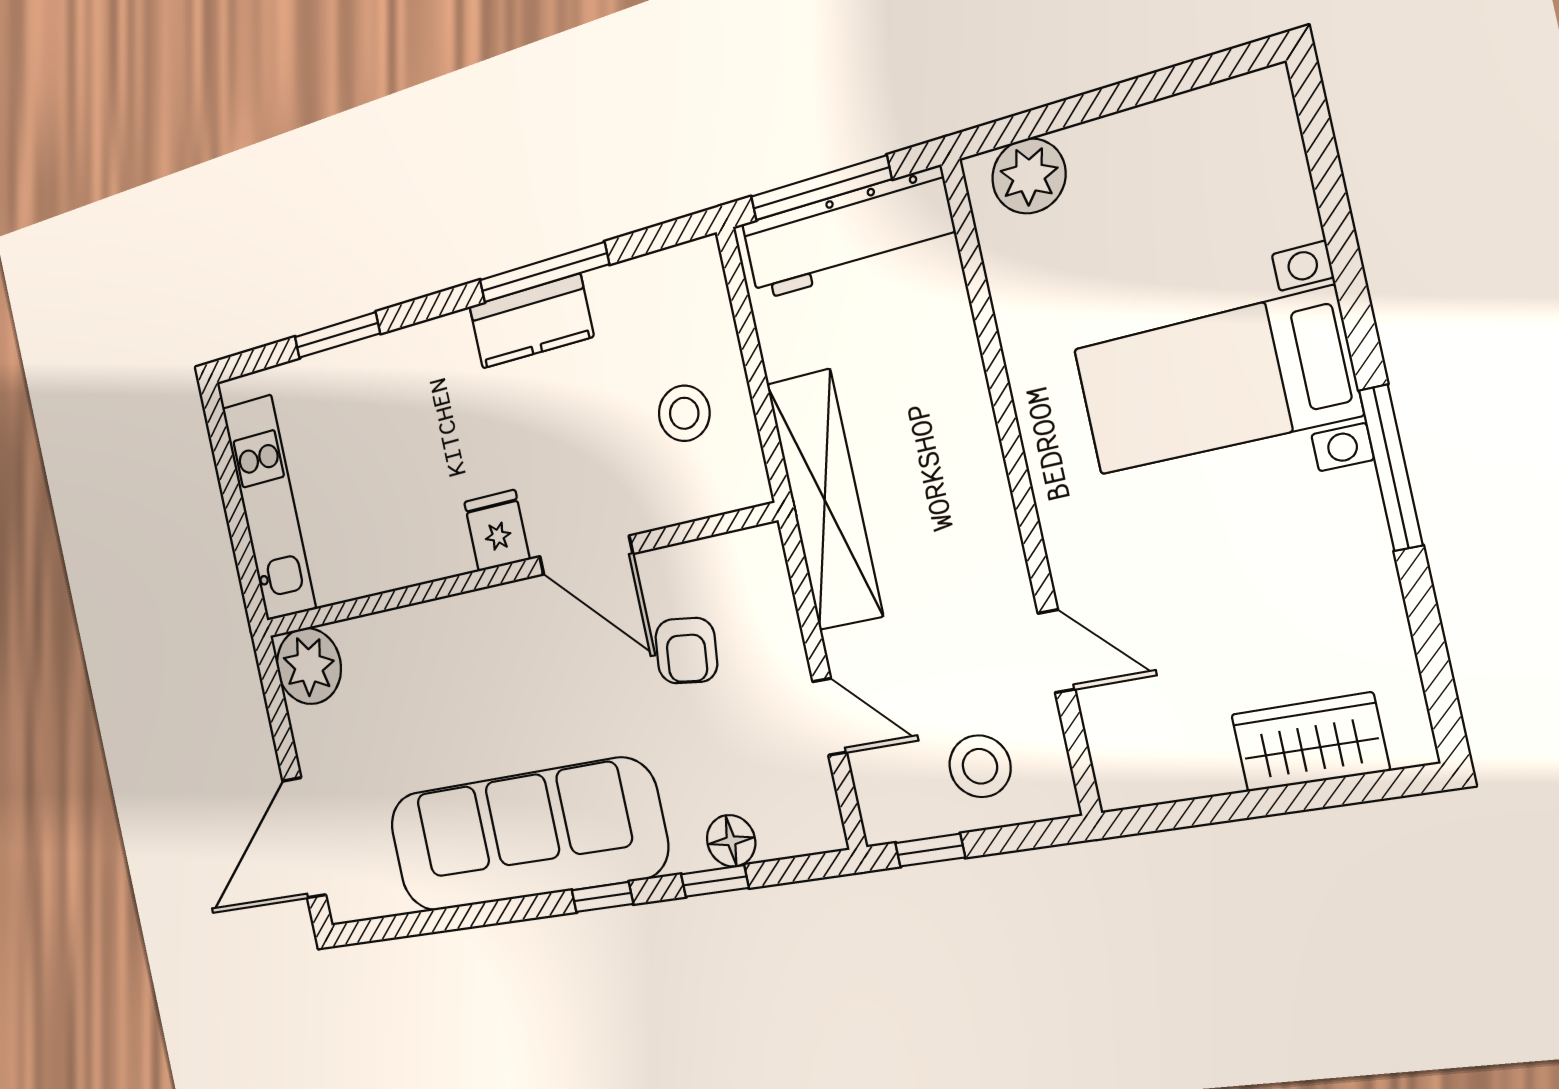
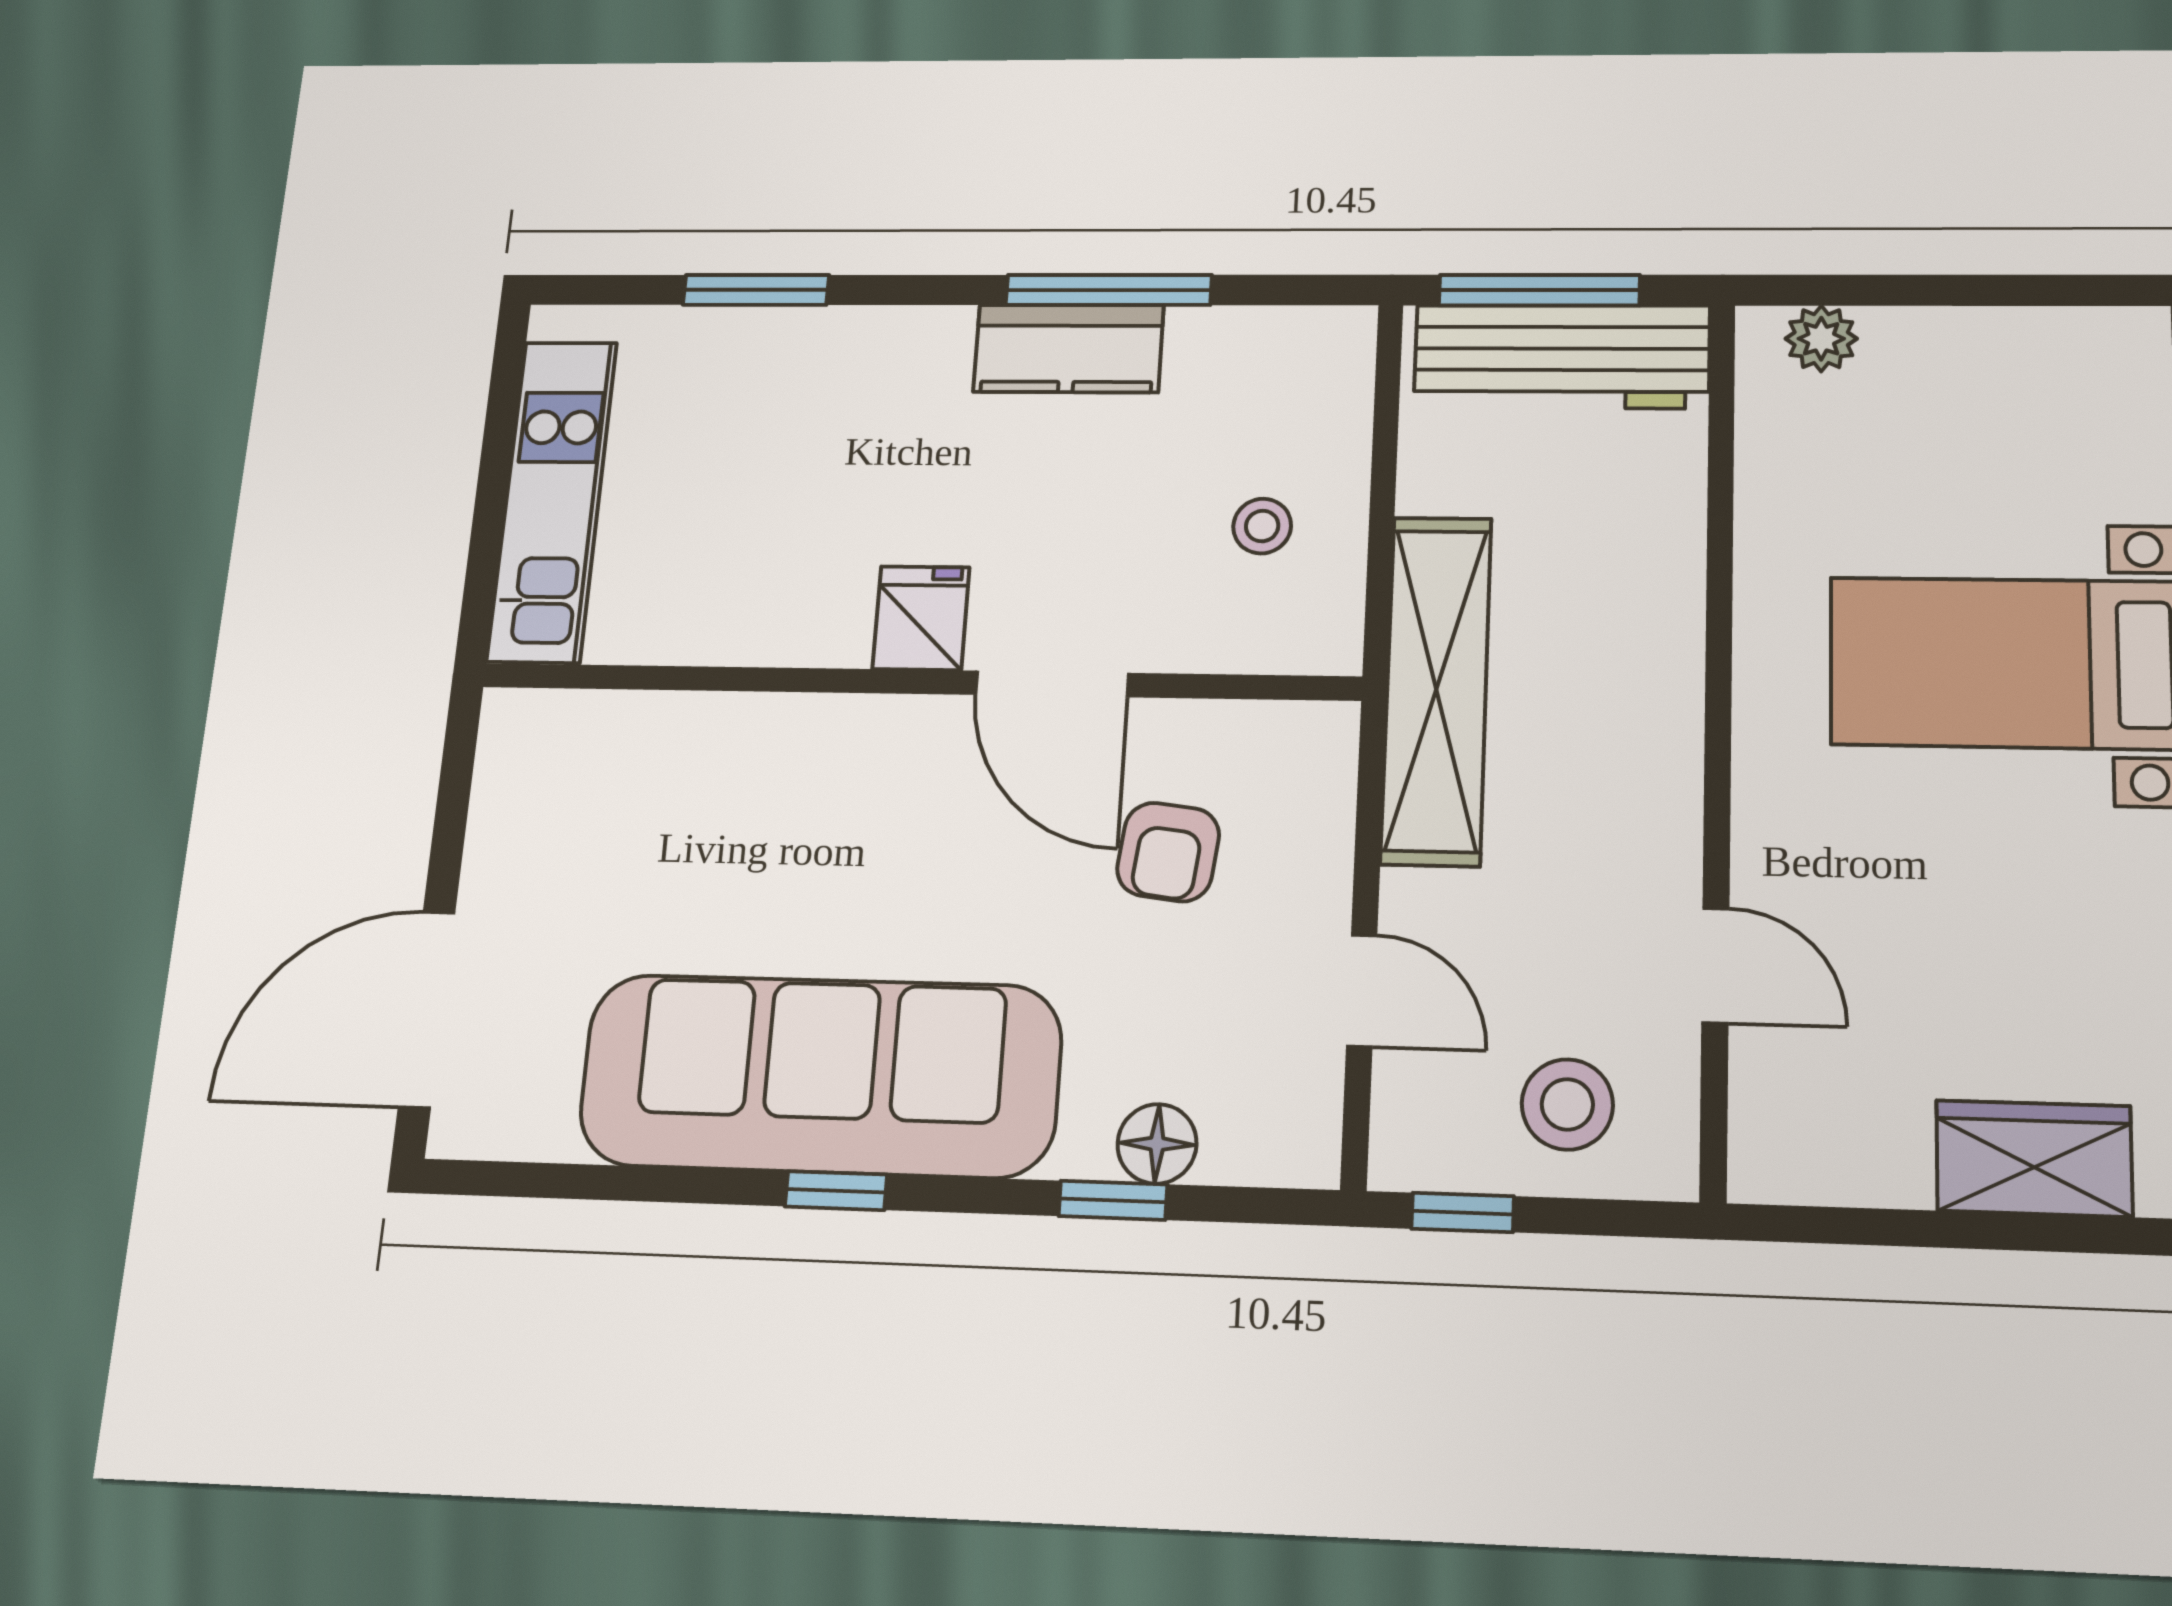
plant: (1029, 176) -> (1821, 339), width x0.73, depth x0.73
stool: (684, 413) -> (1262, 526), width x0.73, depth x0.73
plant: (309, 666) -> (534, 746), removed
window: (602, 897) -> (836, 1191), moved

